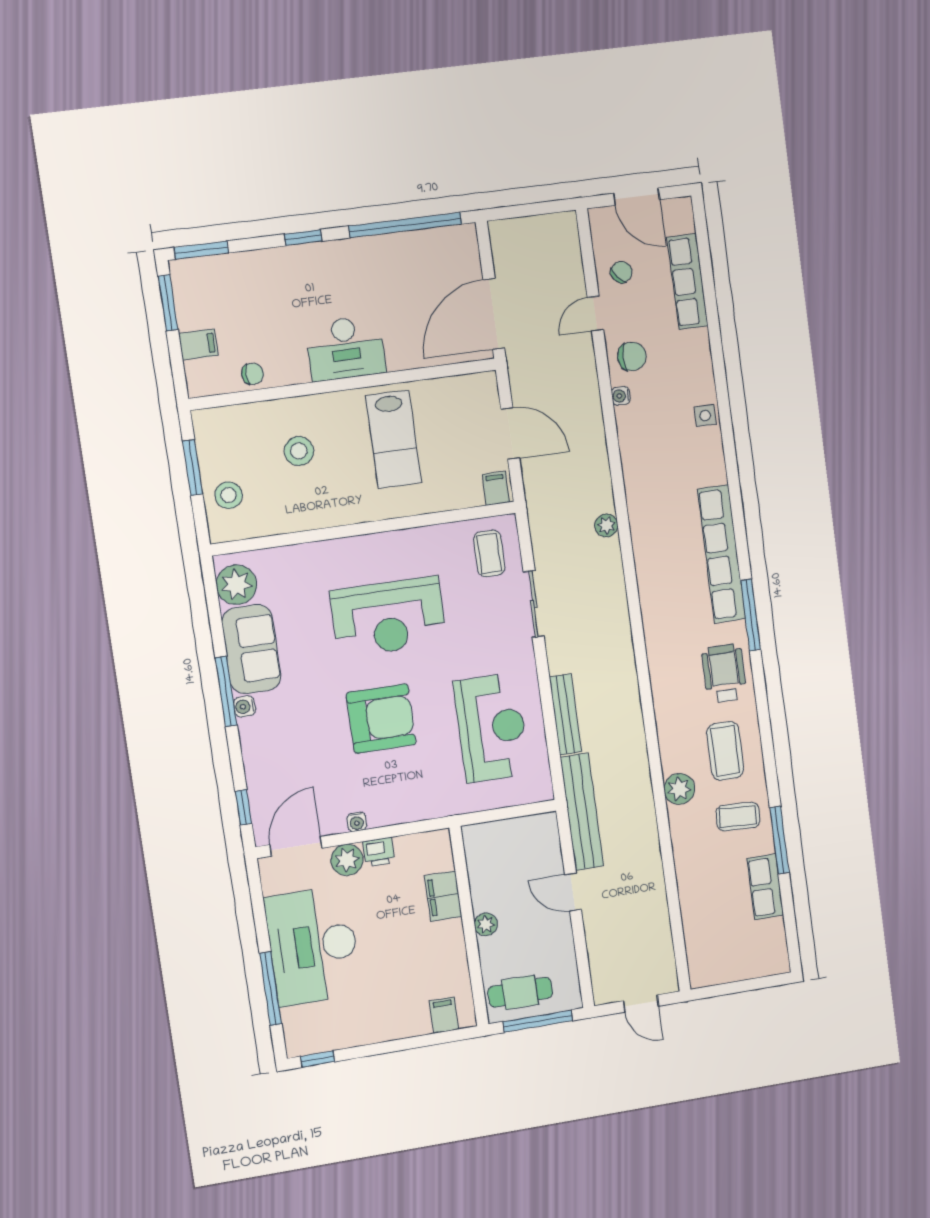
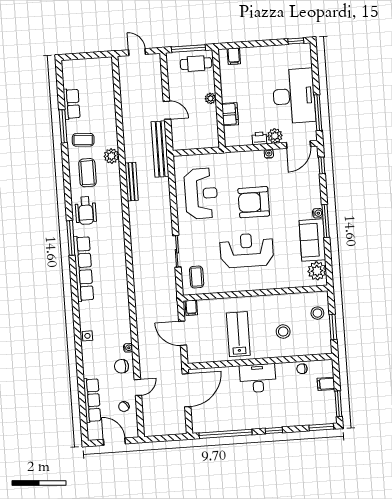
plant: (606, 525) -> (139, 286), removed
bench: (565, 714) -> (132, 182), moved
reception desk: (492, 728) -> (201, 193), turned 180
window: (271, 989) -> (318, 113), moved

